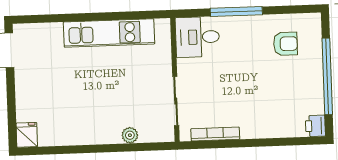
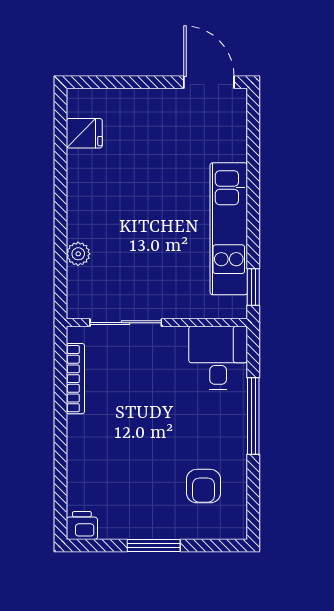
window: (148, 15) -> (253, 287), added
window: (327, 76) -> (154, 545), width x0.47
fridge: (27, 135) -> (84, 133), moved

